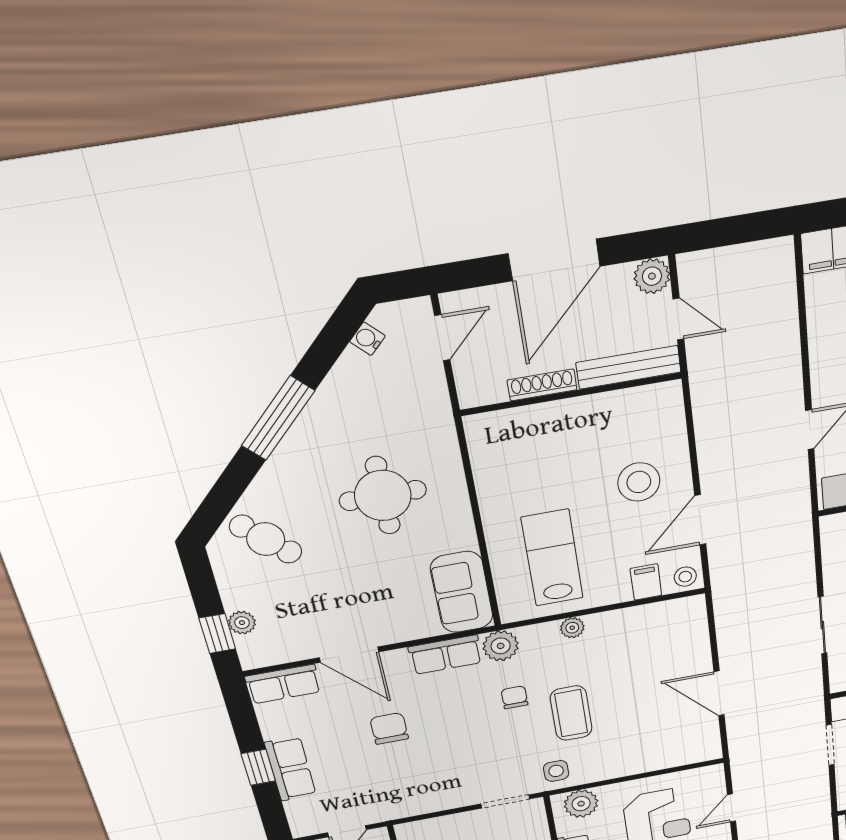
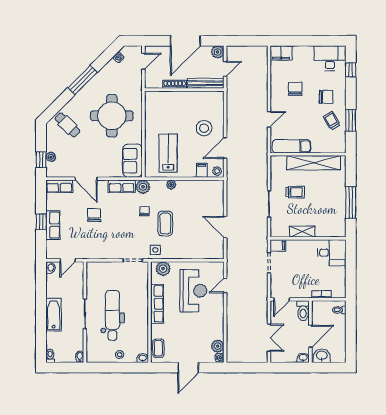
door: (678, 319) -> (225, 69), hinge flipped
round table: (383, 495) -> (112, 116), width x1.36, depth x1.36

